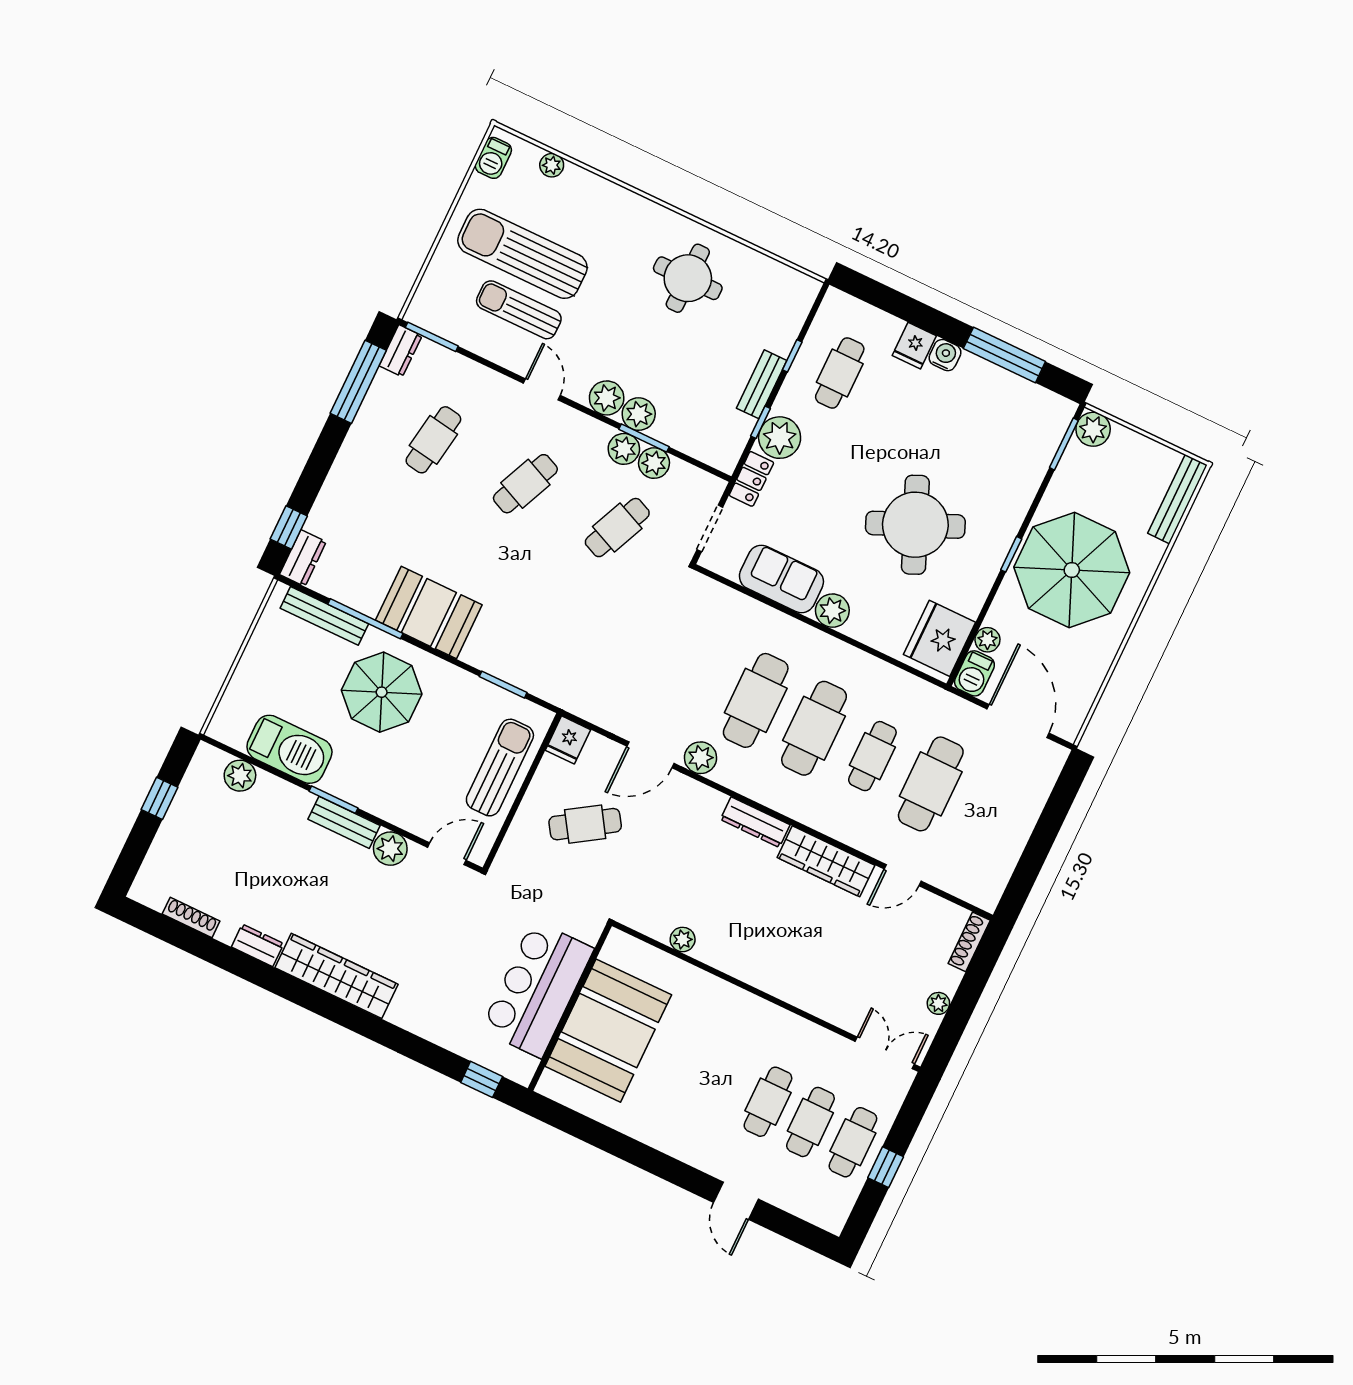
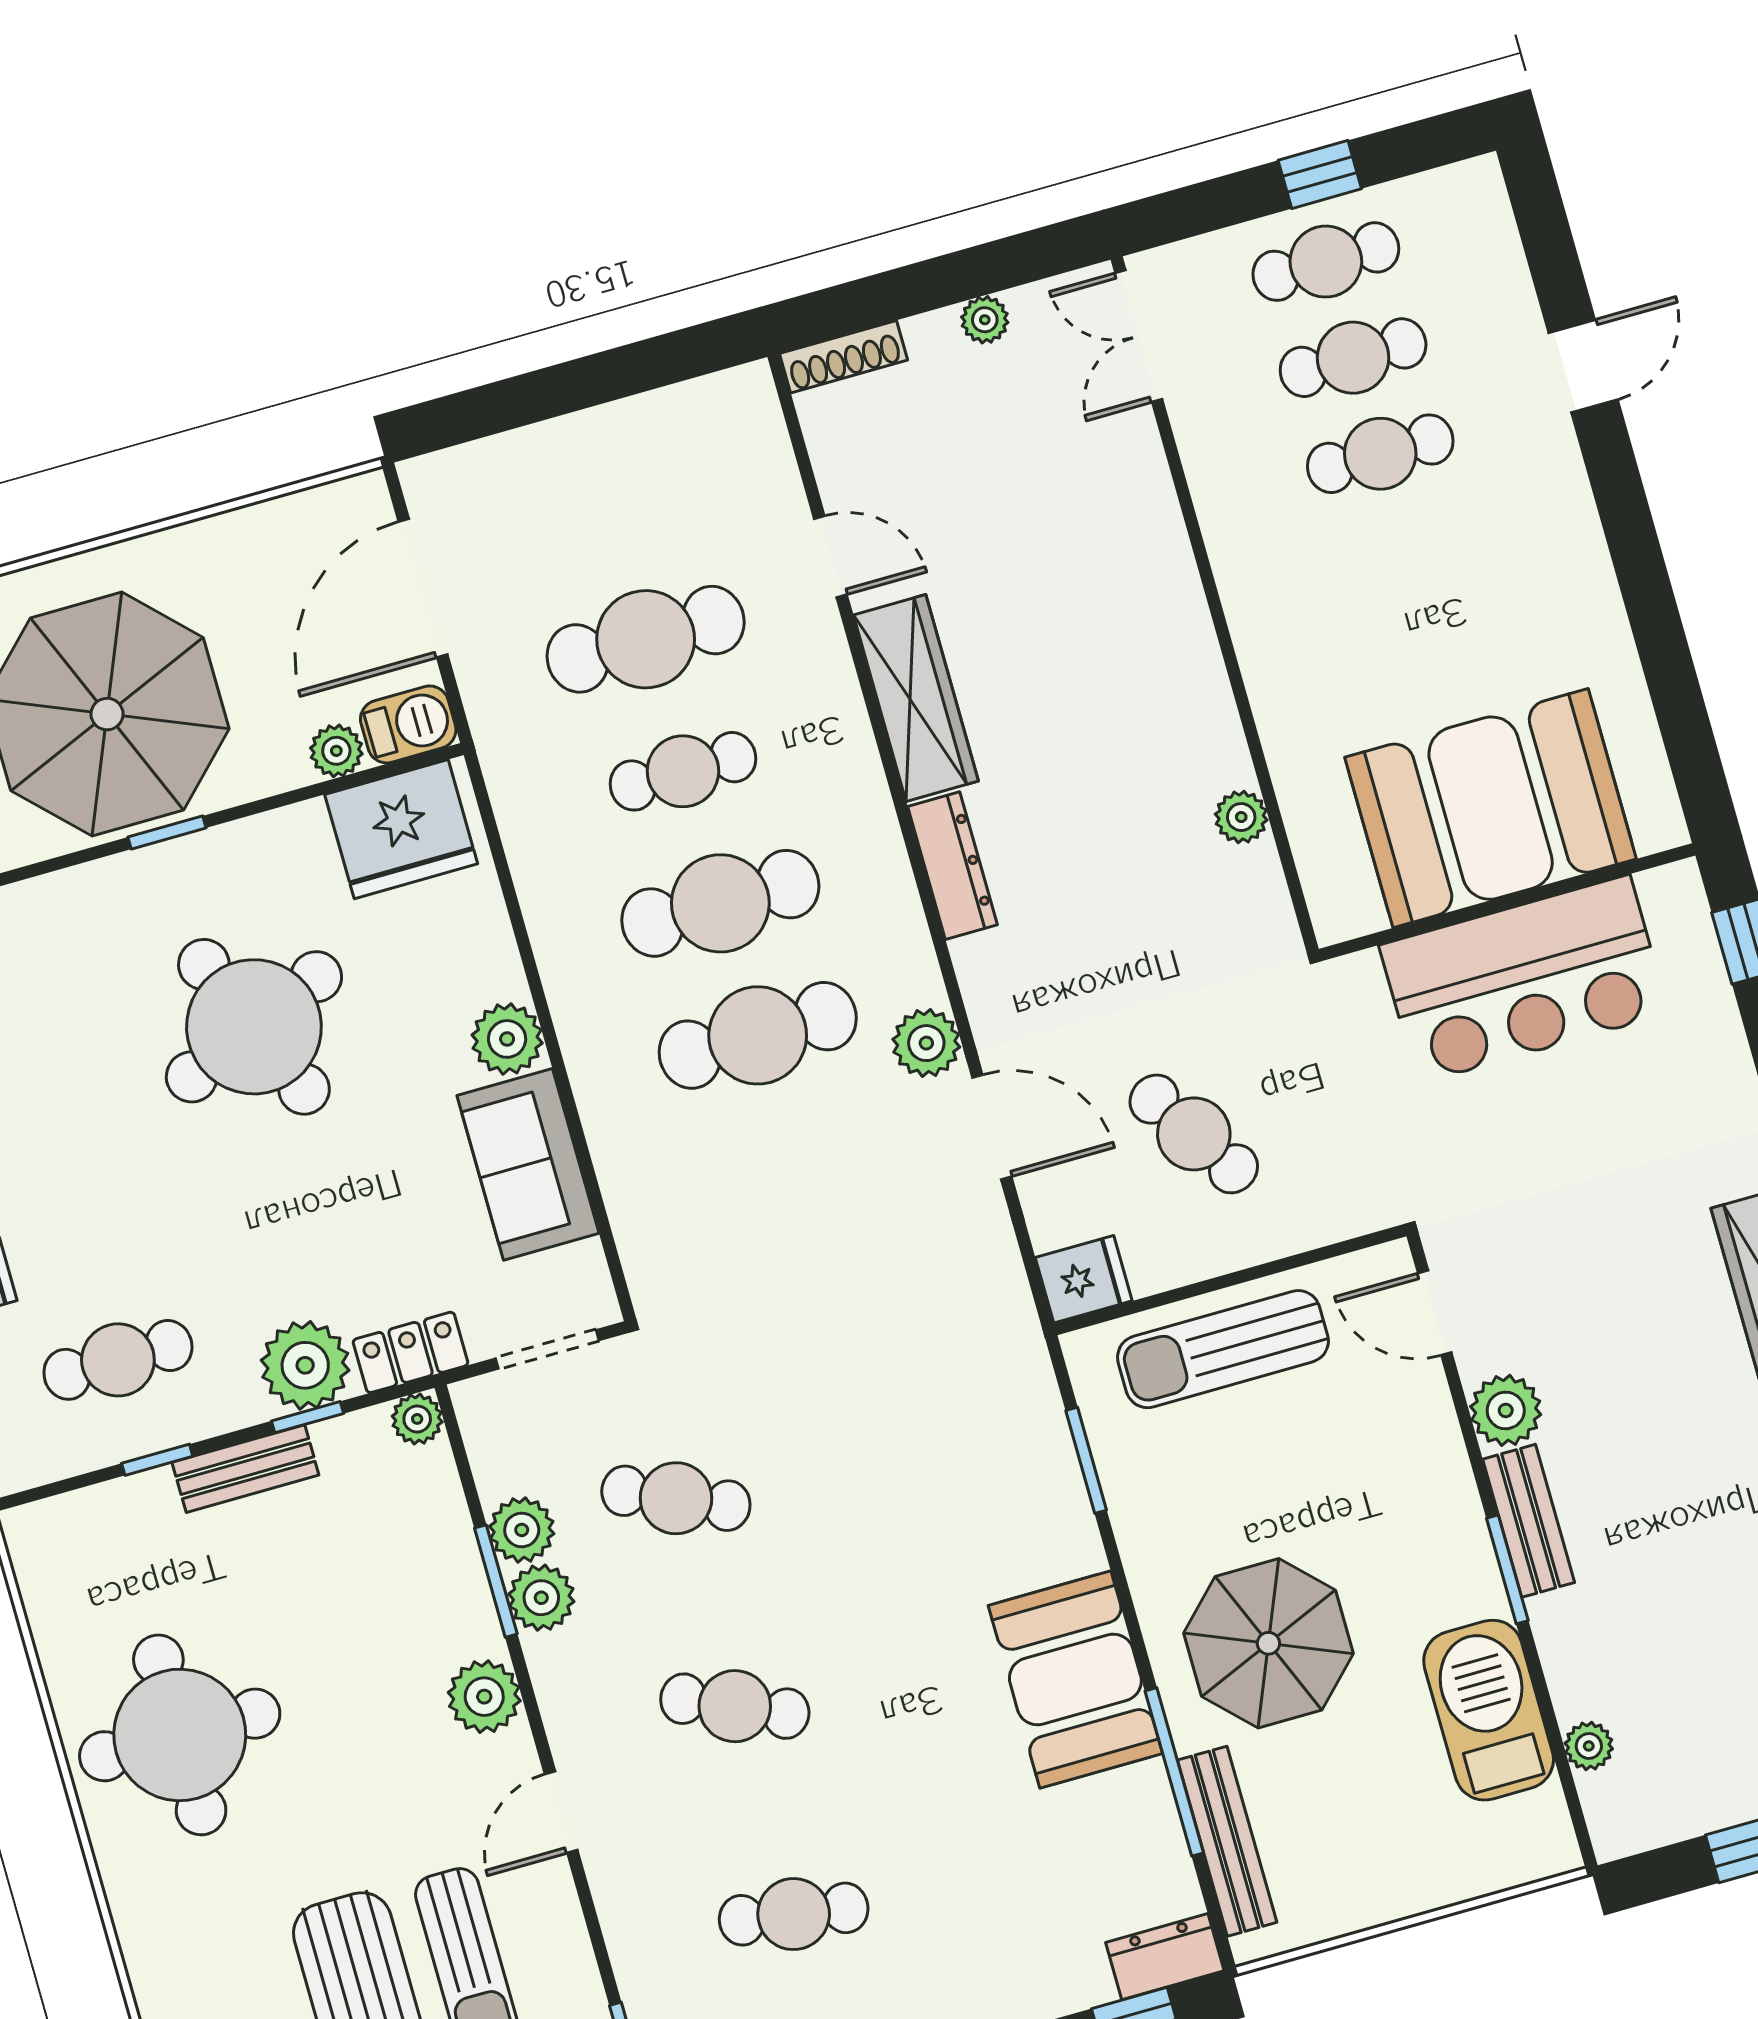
round table: (688, 278) -> (180, 1735), width x1.36, depth x1.36
plant: (639, 414) -> (417, 1419), moved, width x0.73, depth x0.73
plant: (240, 776) -> (1589, 1746), width x0.73, depth x0.73

